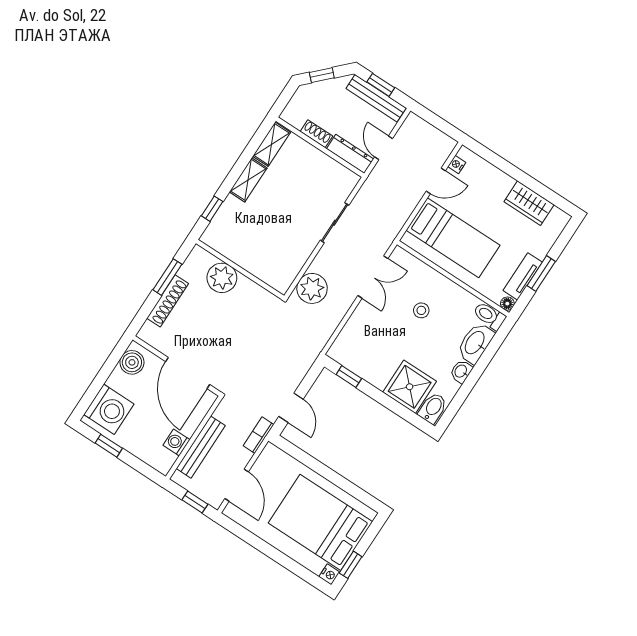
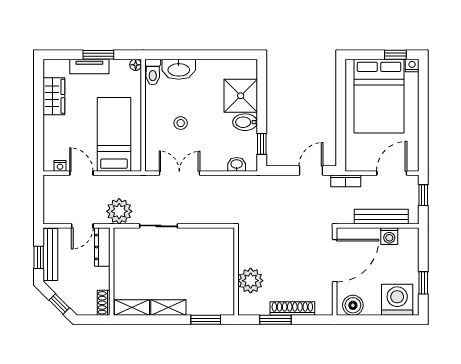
shoe rack: (316, 134) -> (104, 303), moved
window: (212, 209) -> (206, 320), width x1.50
tv unit: (523, 276) -> (89, 66), moved
plant: (312, 288) -> (119, 211), moved
washbasin: (461, 371) -> (237, 164), moved, turned 180
bidet: (433, 408) -> (245, 122), moved

